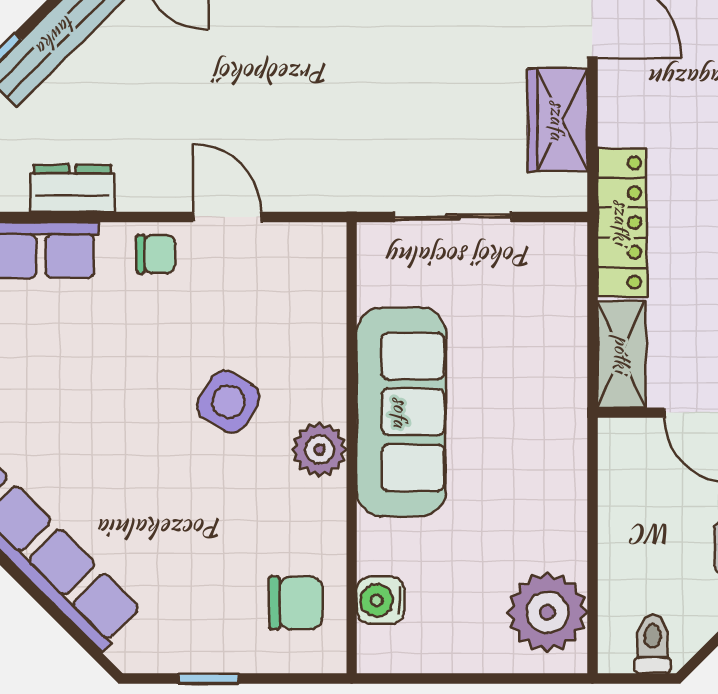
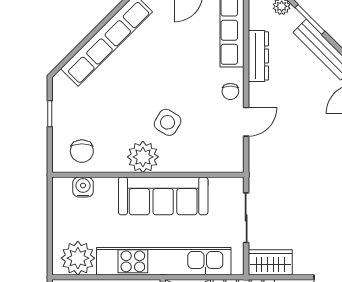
wardrobe: (558, 120) -> (270, 262), moved
dresser: (72, 188) -> (258, 56), width x1.44
kitchen unit: (555, 411) -> (164, 261), added
plant: (320, 450) -> (143, 157), width x1.36, depth x1.36

